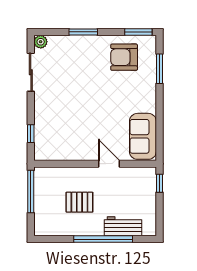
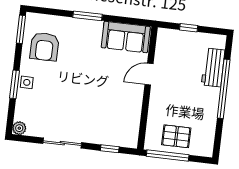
side table: (87, 44) -> (27, 82), added
window: (159, 69) -> (88, 16), moved
sliding door: (31, 72) -> (62, 143), moved
window: (159, 183) -> (189, 28), moved
pallet: (79, 202) -> (176, 136), moved, turned 90

